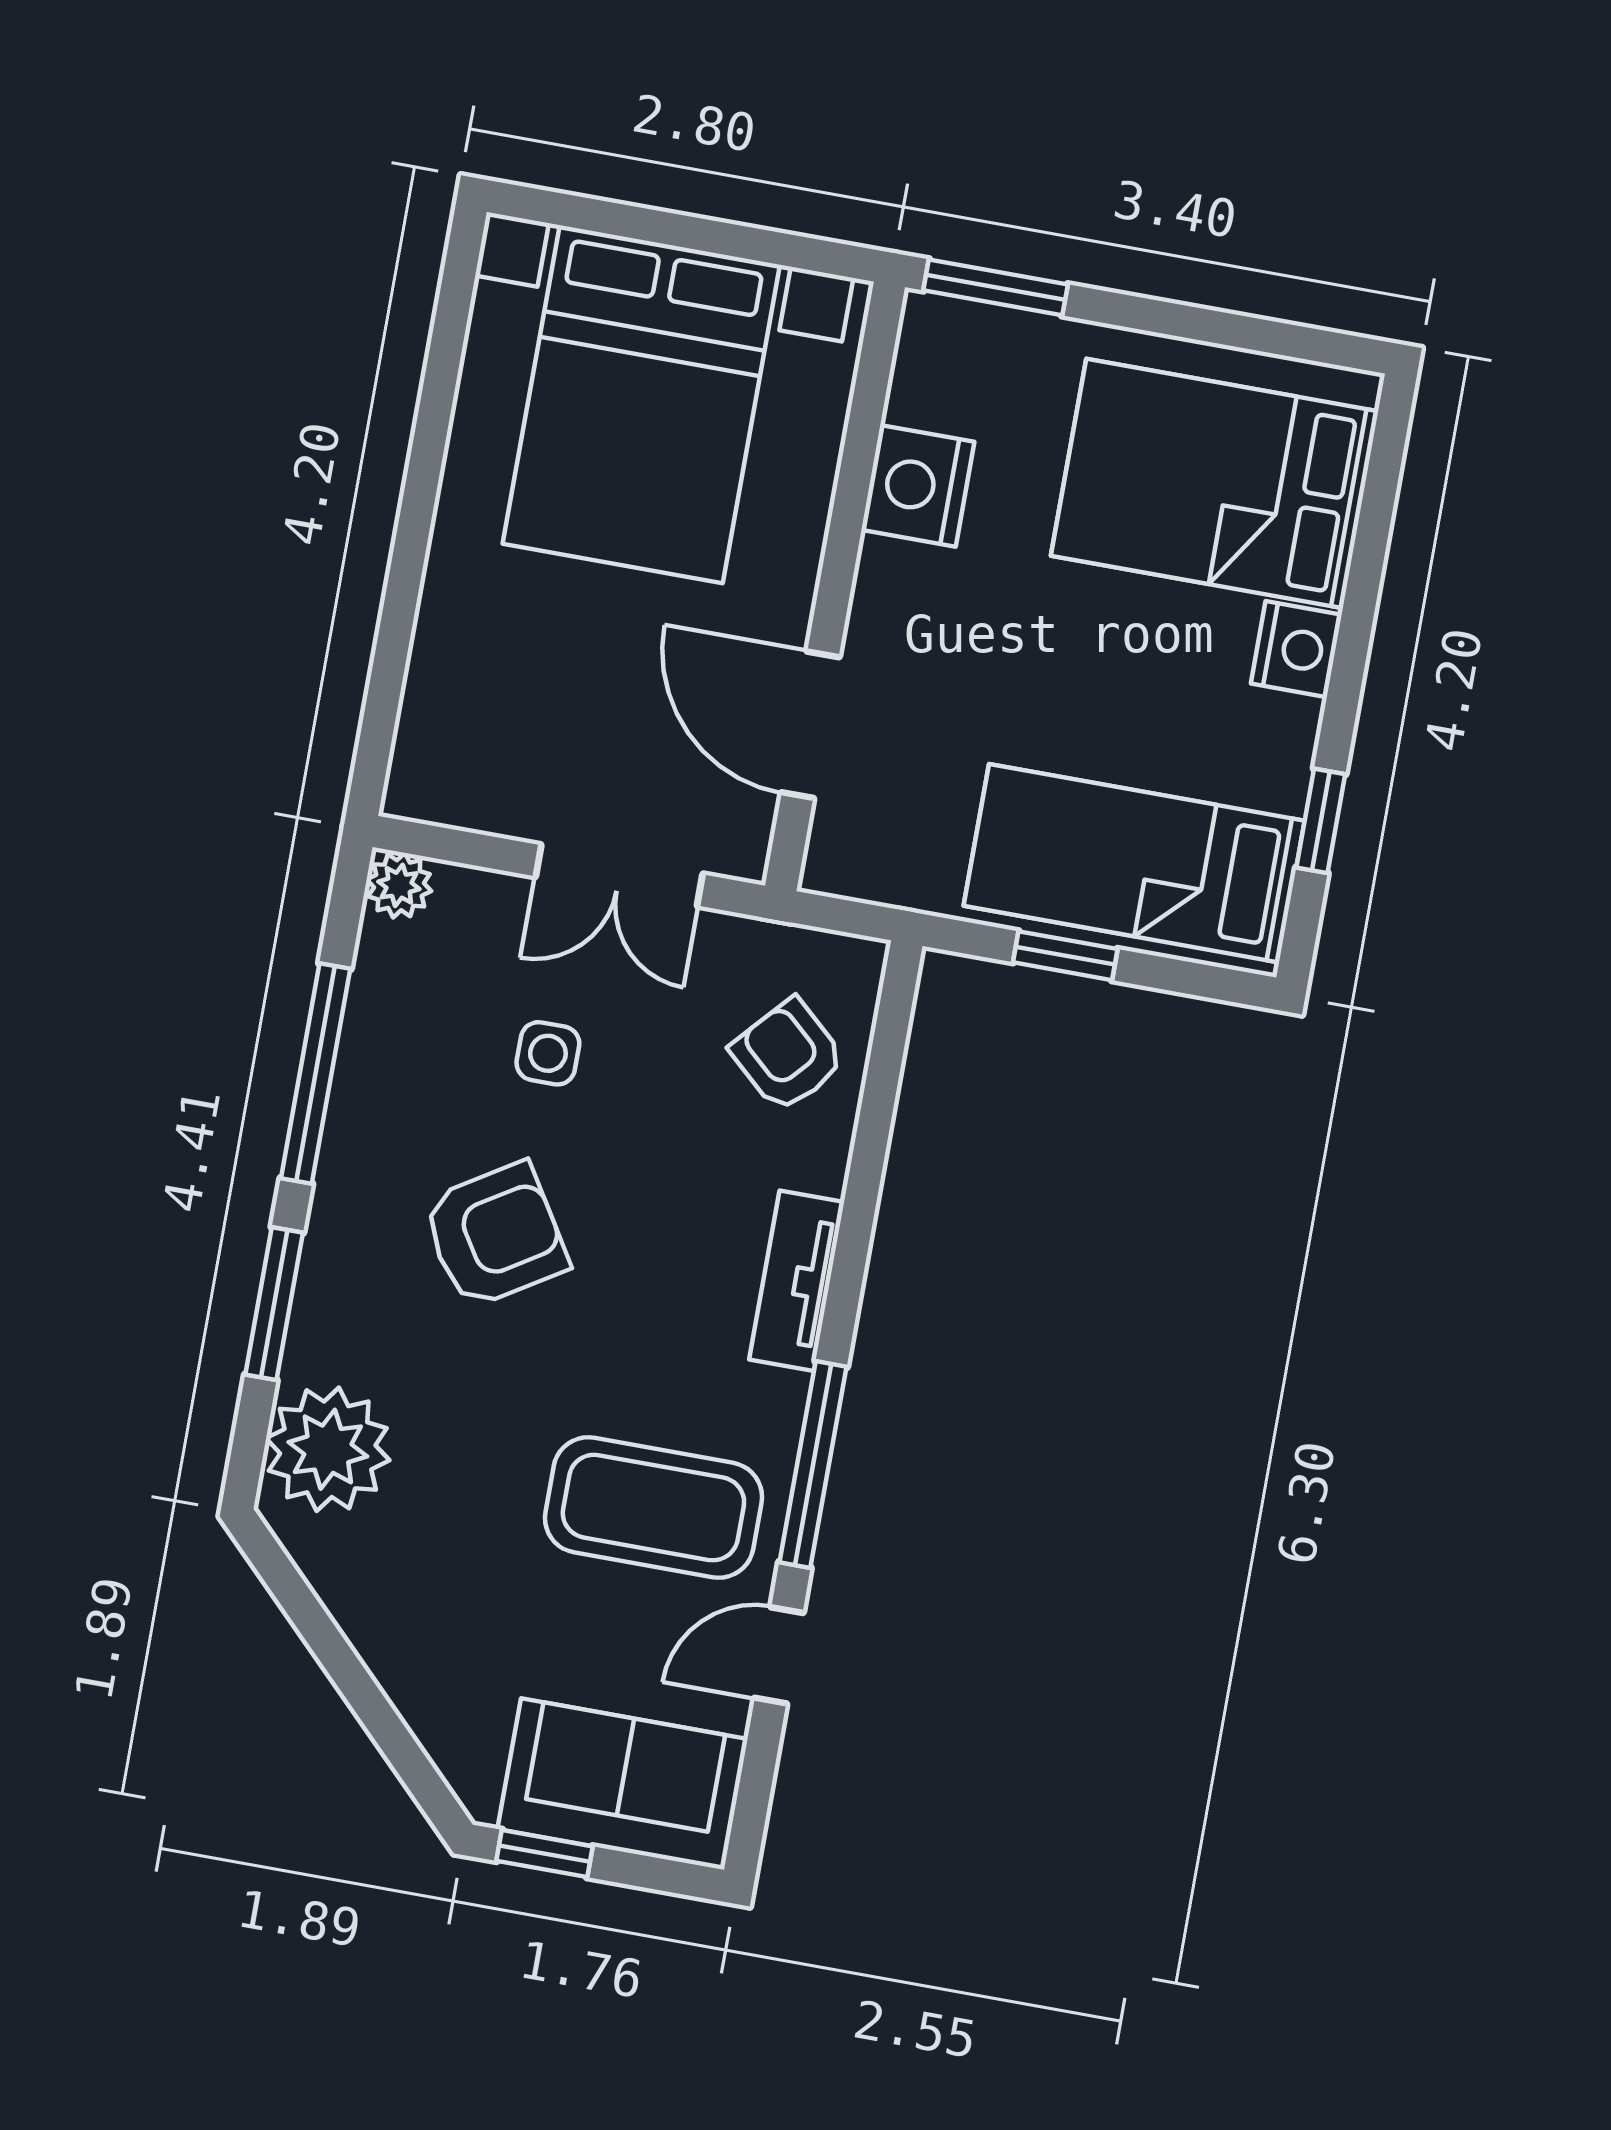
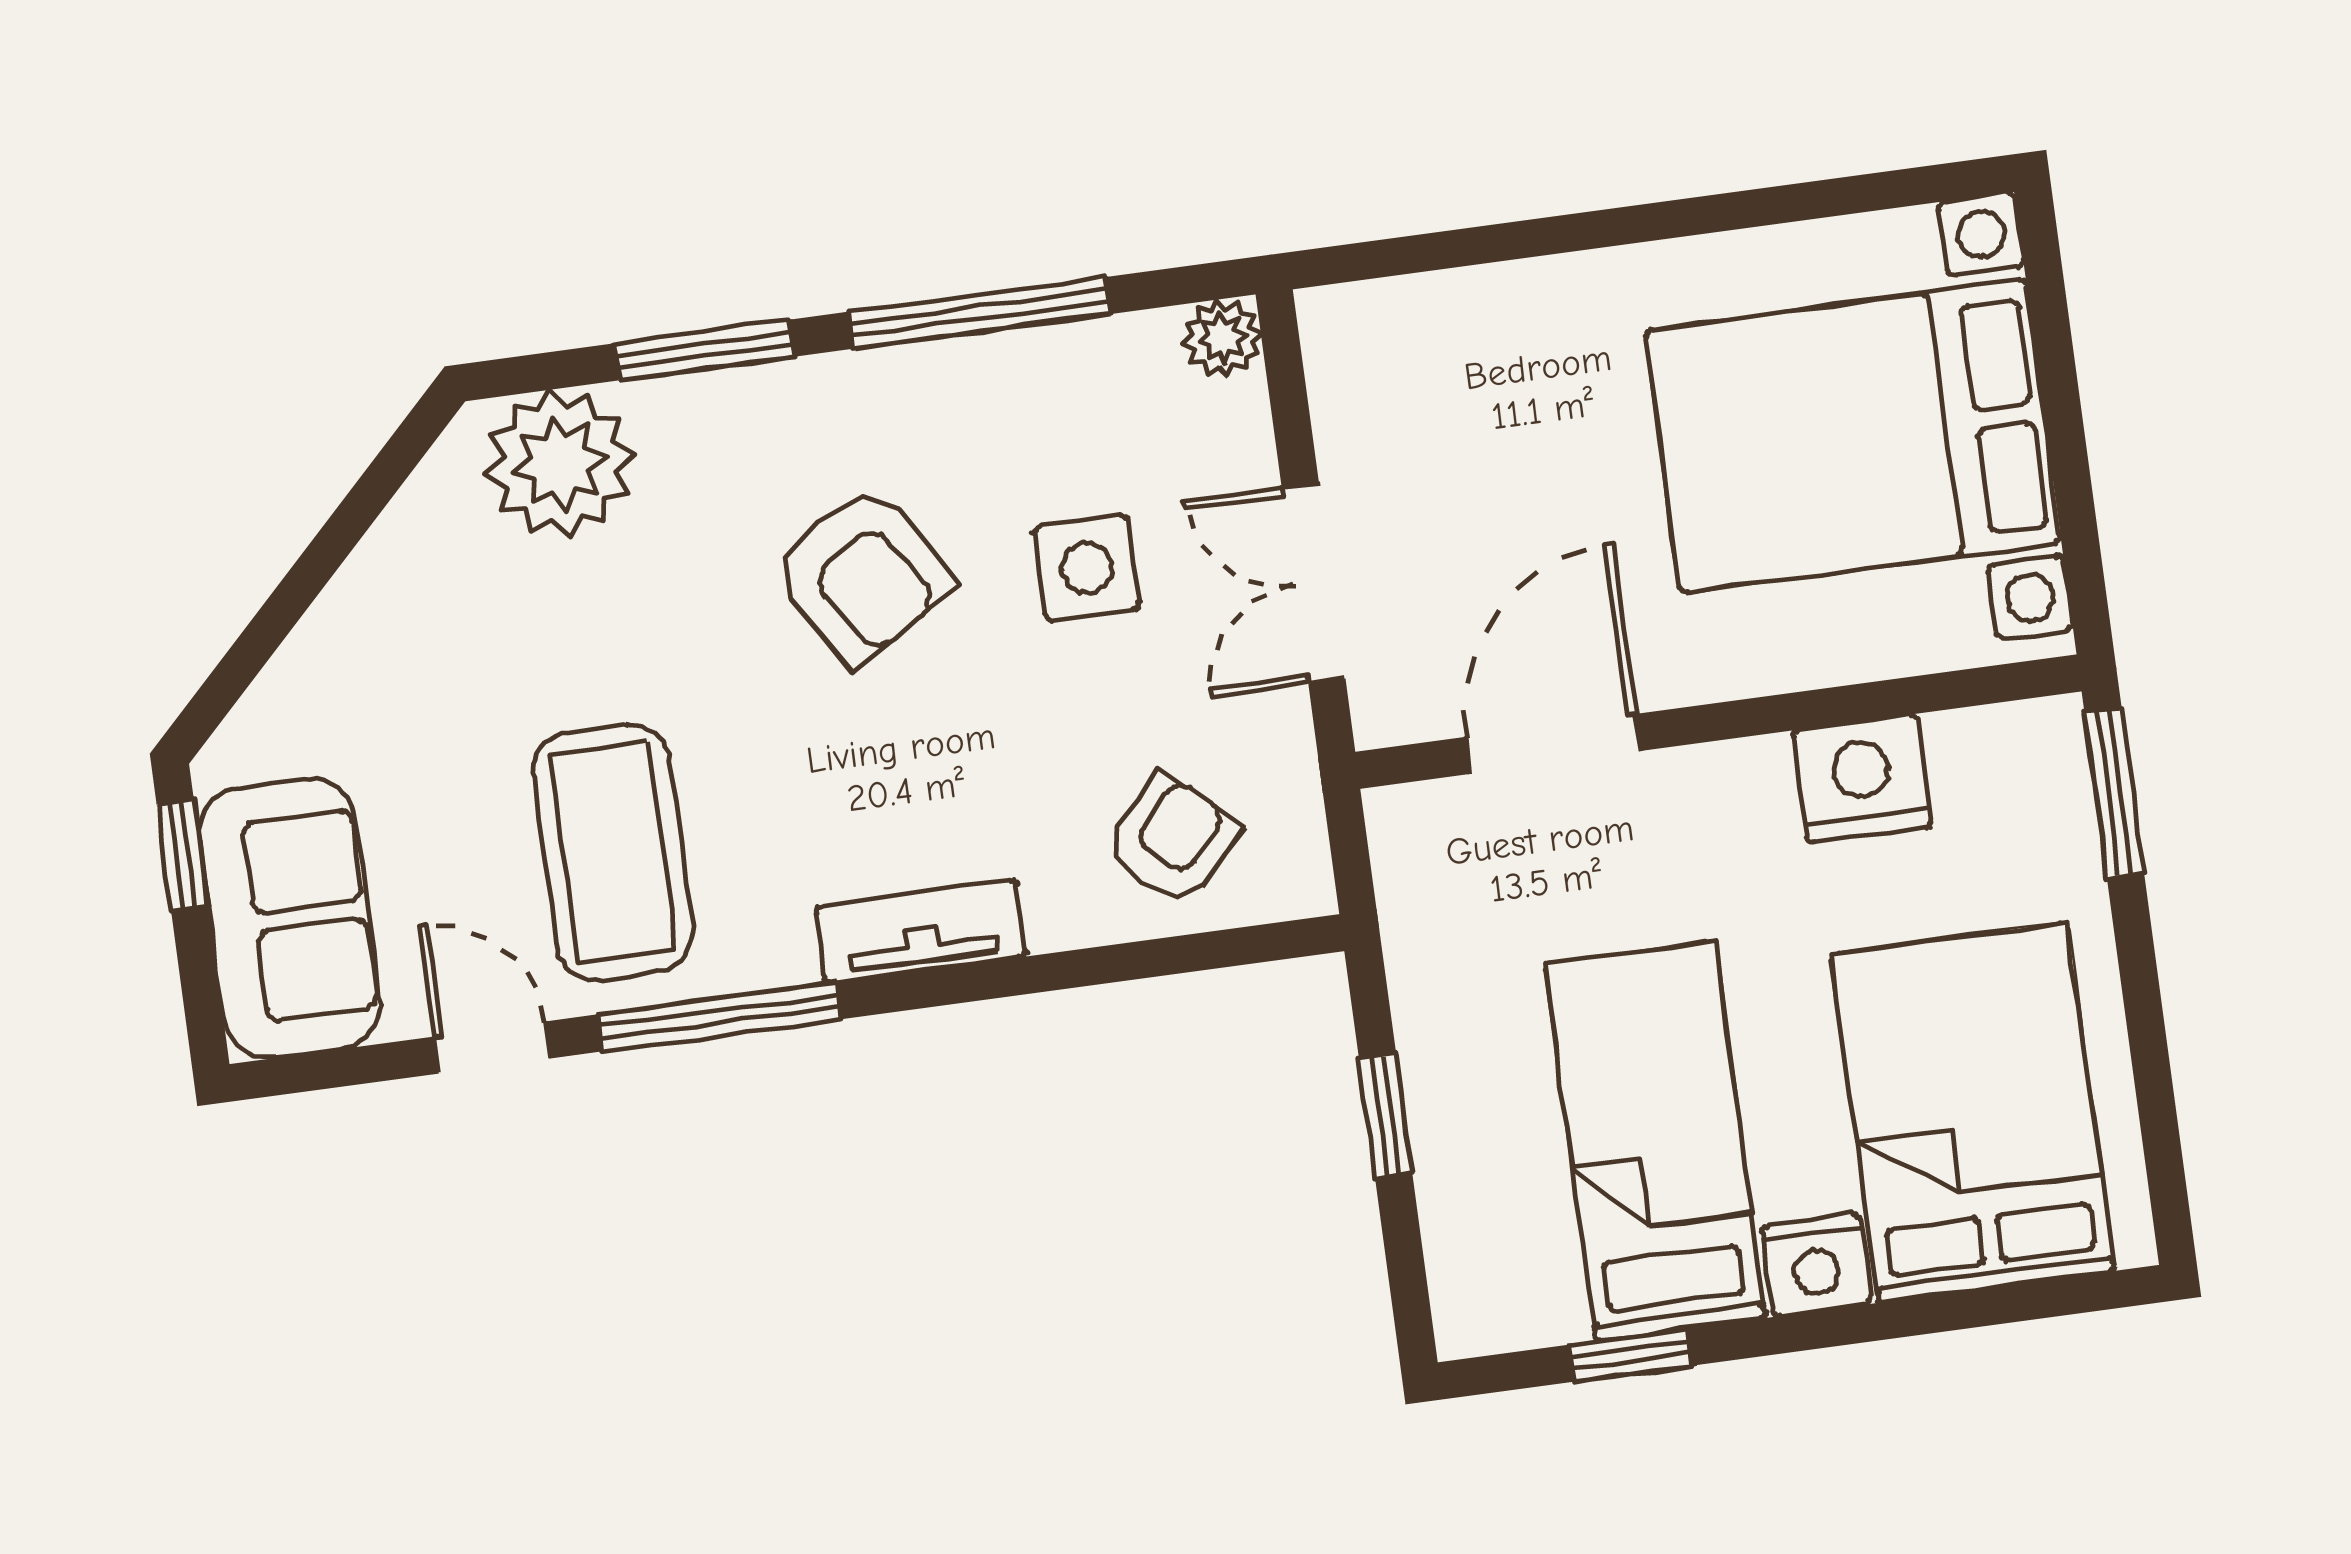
bed: (1134, 863) -> (1655, 1141), moved
side table: (548, 1053) -> (1087, 568), width x1.37, depth x1.37

